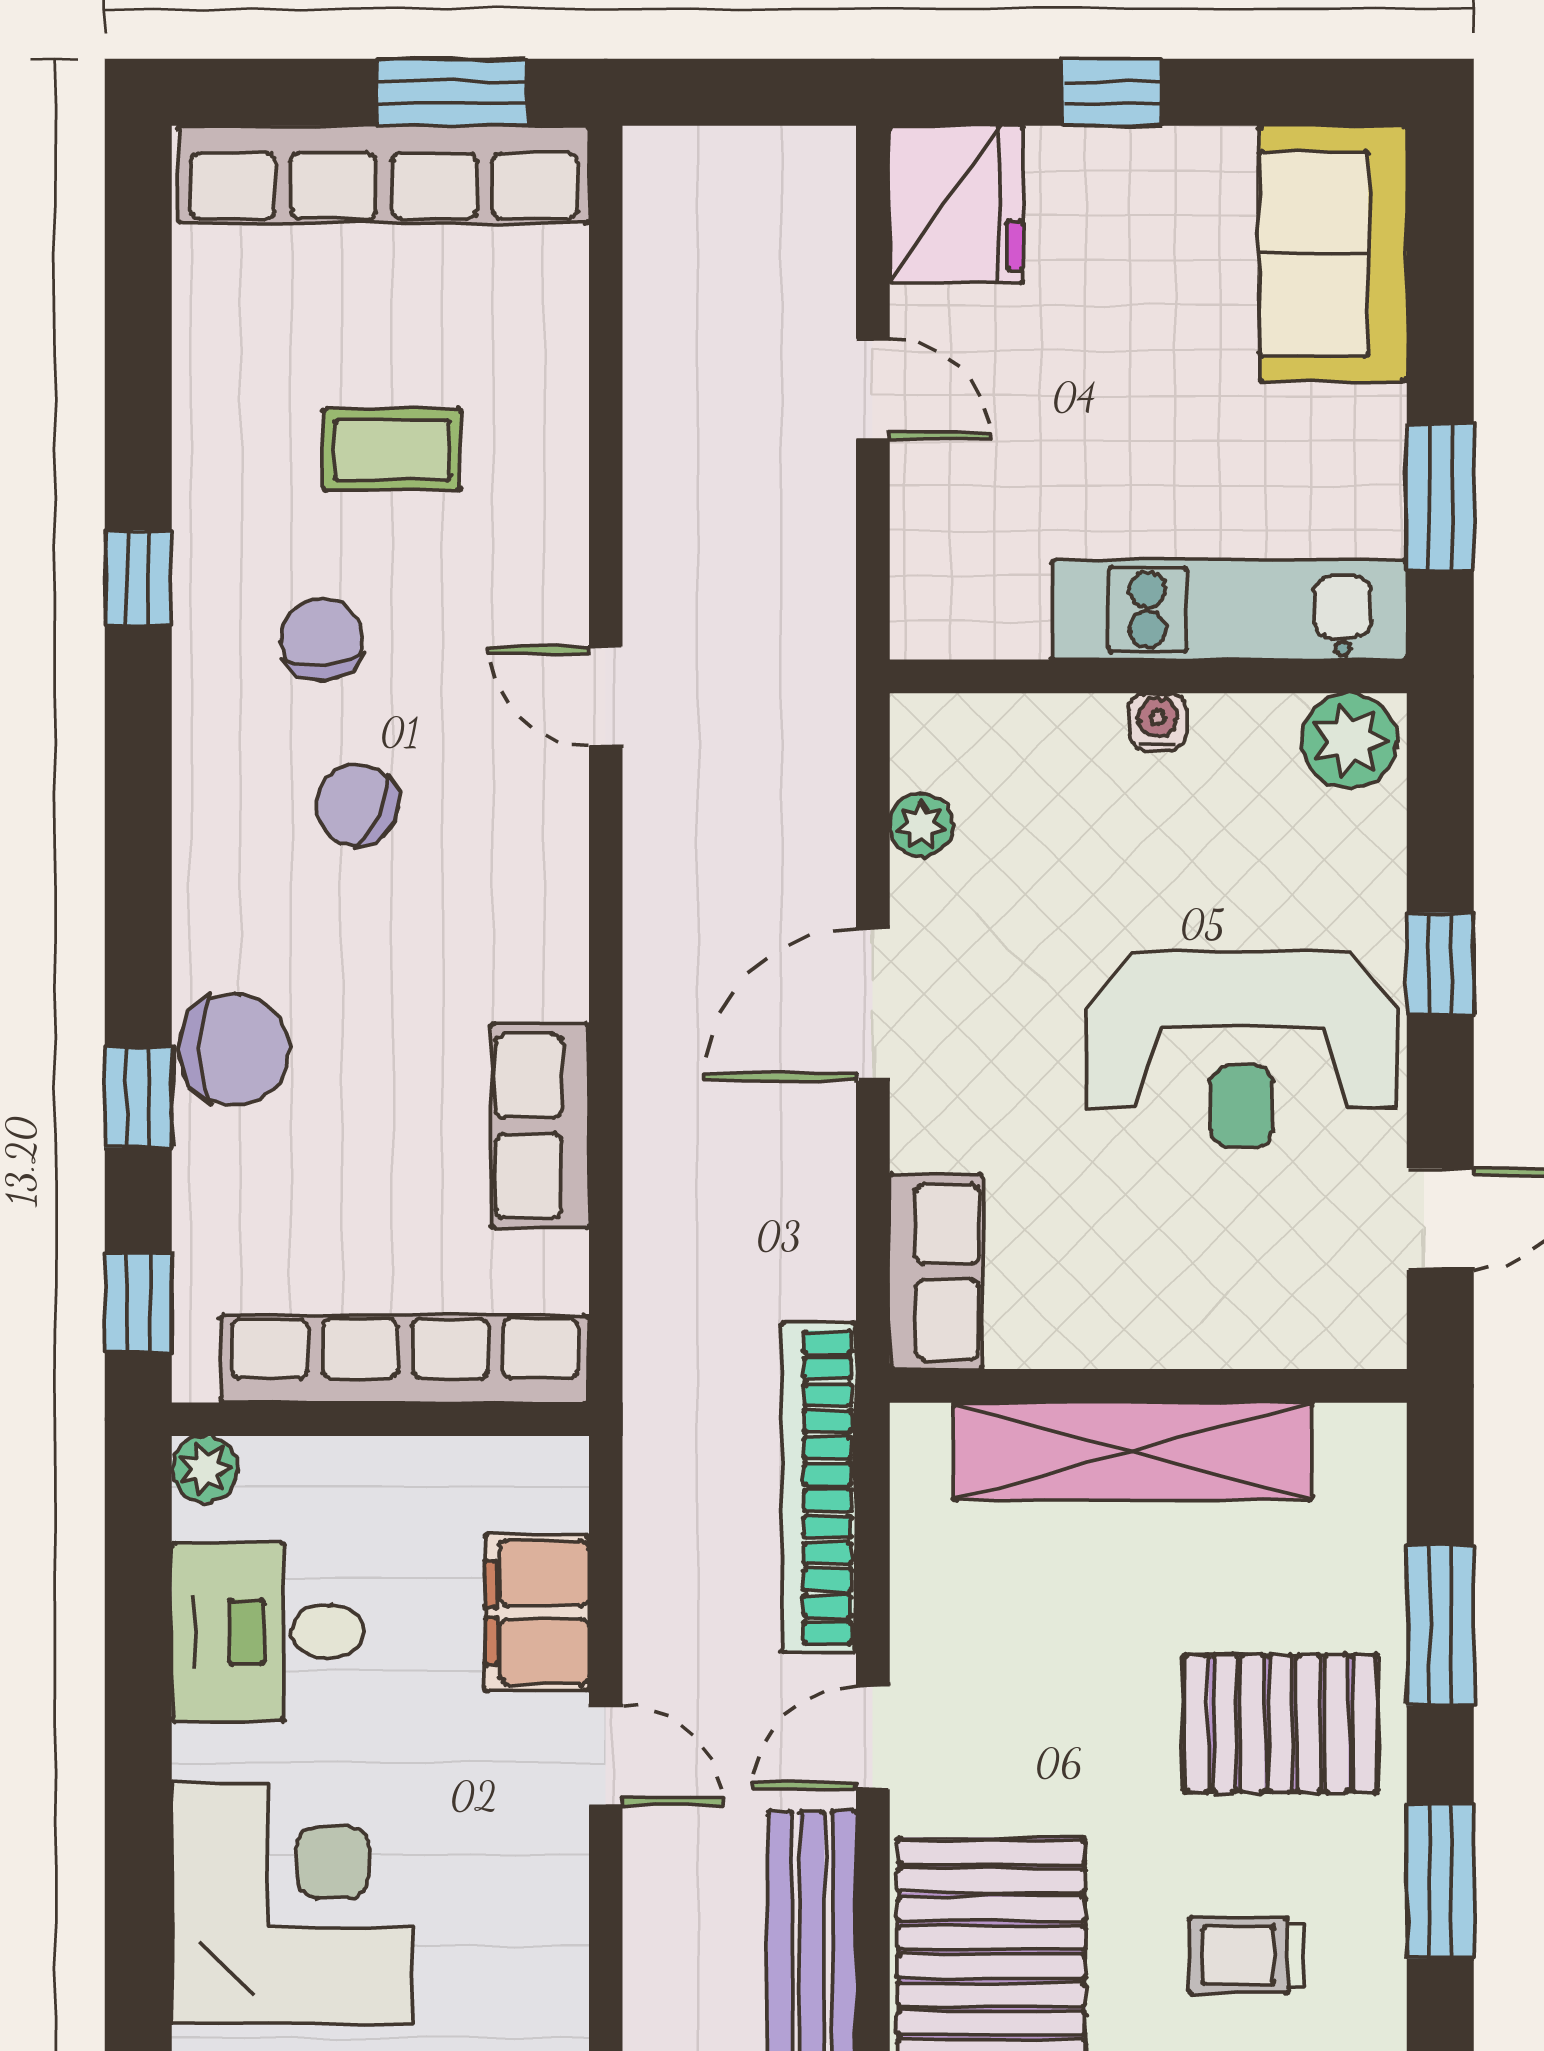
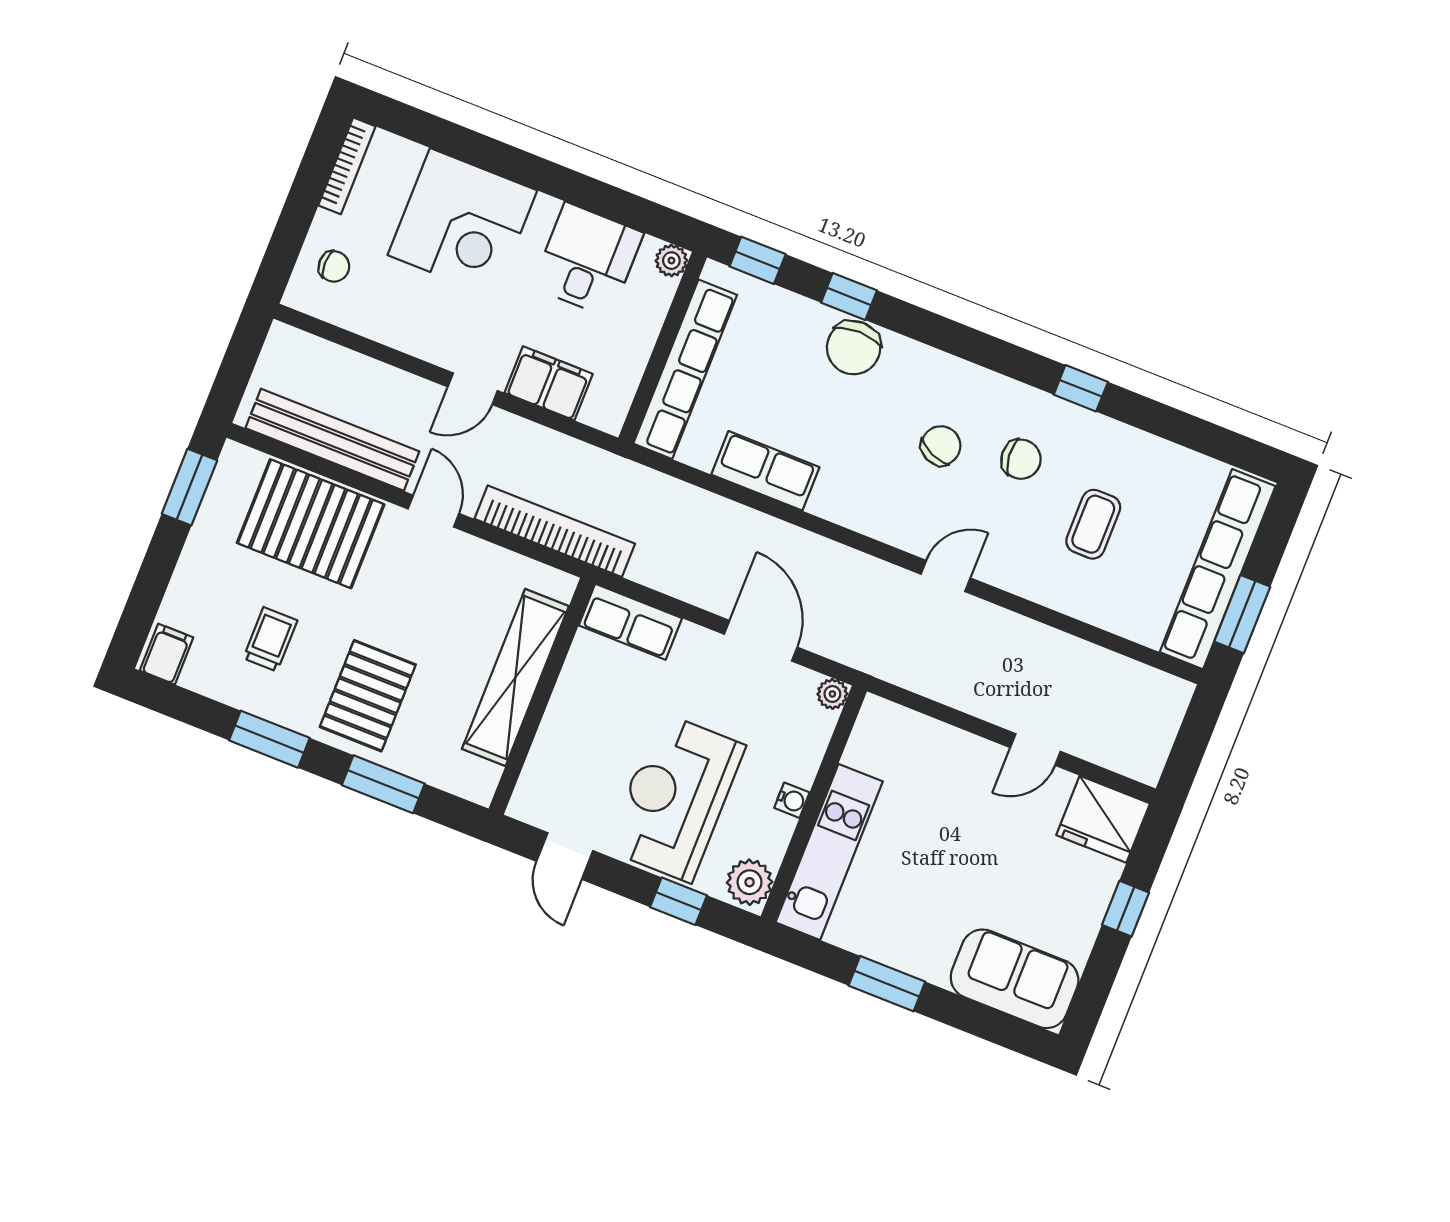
kitchen unit: (1229, 610) -> (829, 852), moved
wall: (1148, 676) -> (814, 804), moved
water cooler: (1158, 722) -> (792, 800), moved
plant: (1349, 741) -> (750, 882), moved

